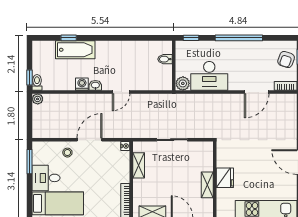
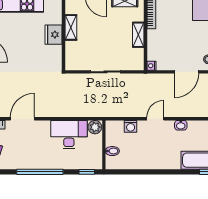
washing machine: (82, 84) -> (131, 126), moved
shelving: (139, 165) -> (138, 35), moved

